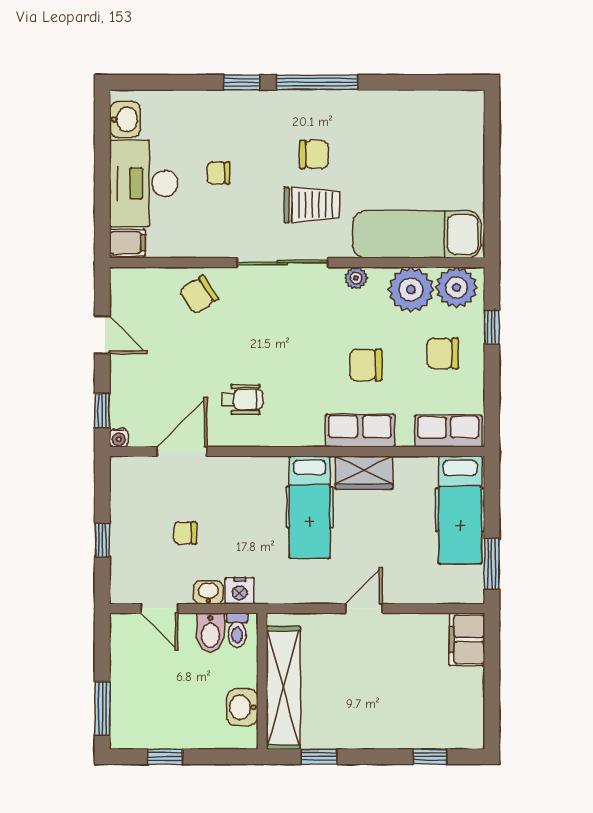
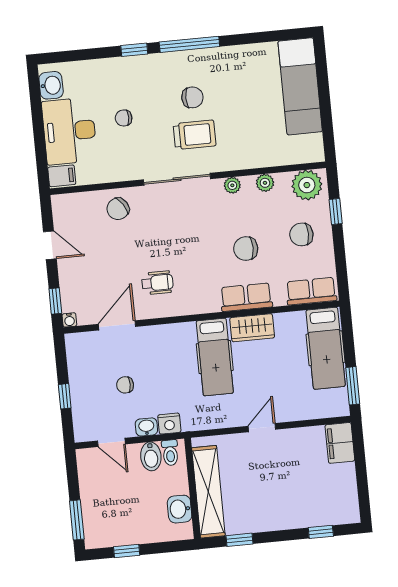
exam couch: (417, 234) -> (300, 86), moved, turned -90
plant: (411, 290) -> (265, 183), width x0.53, depth x0.53

